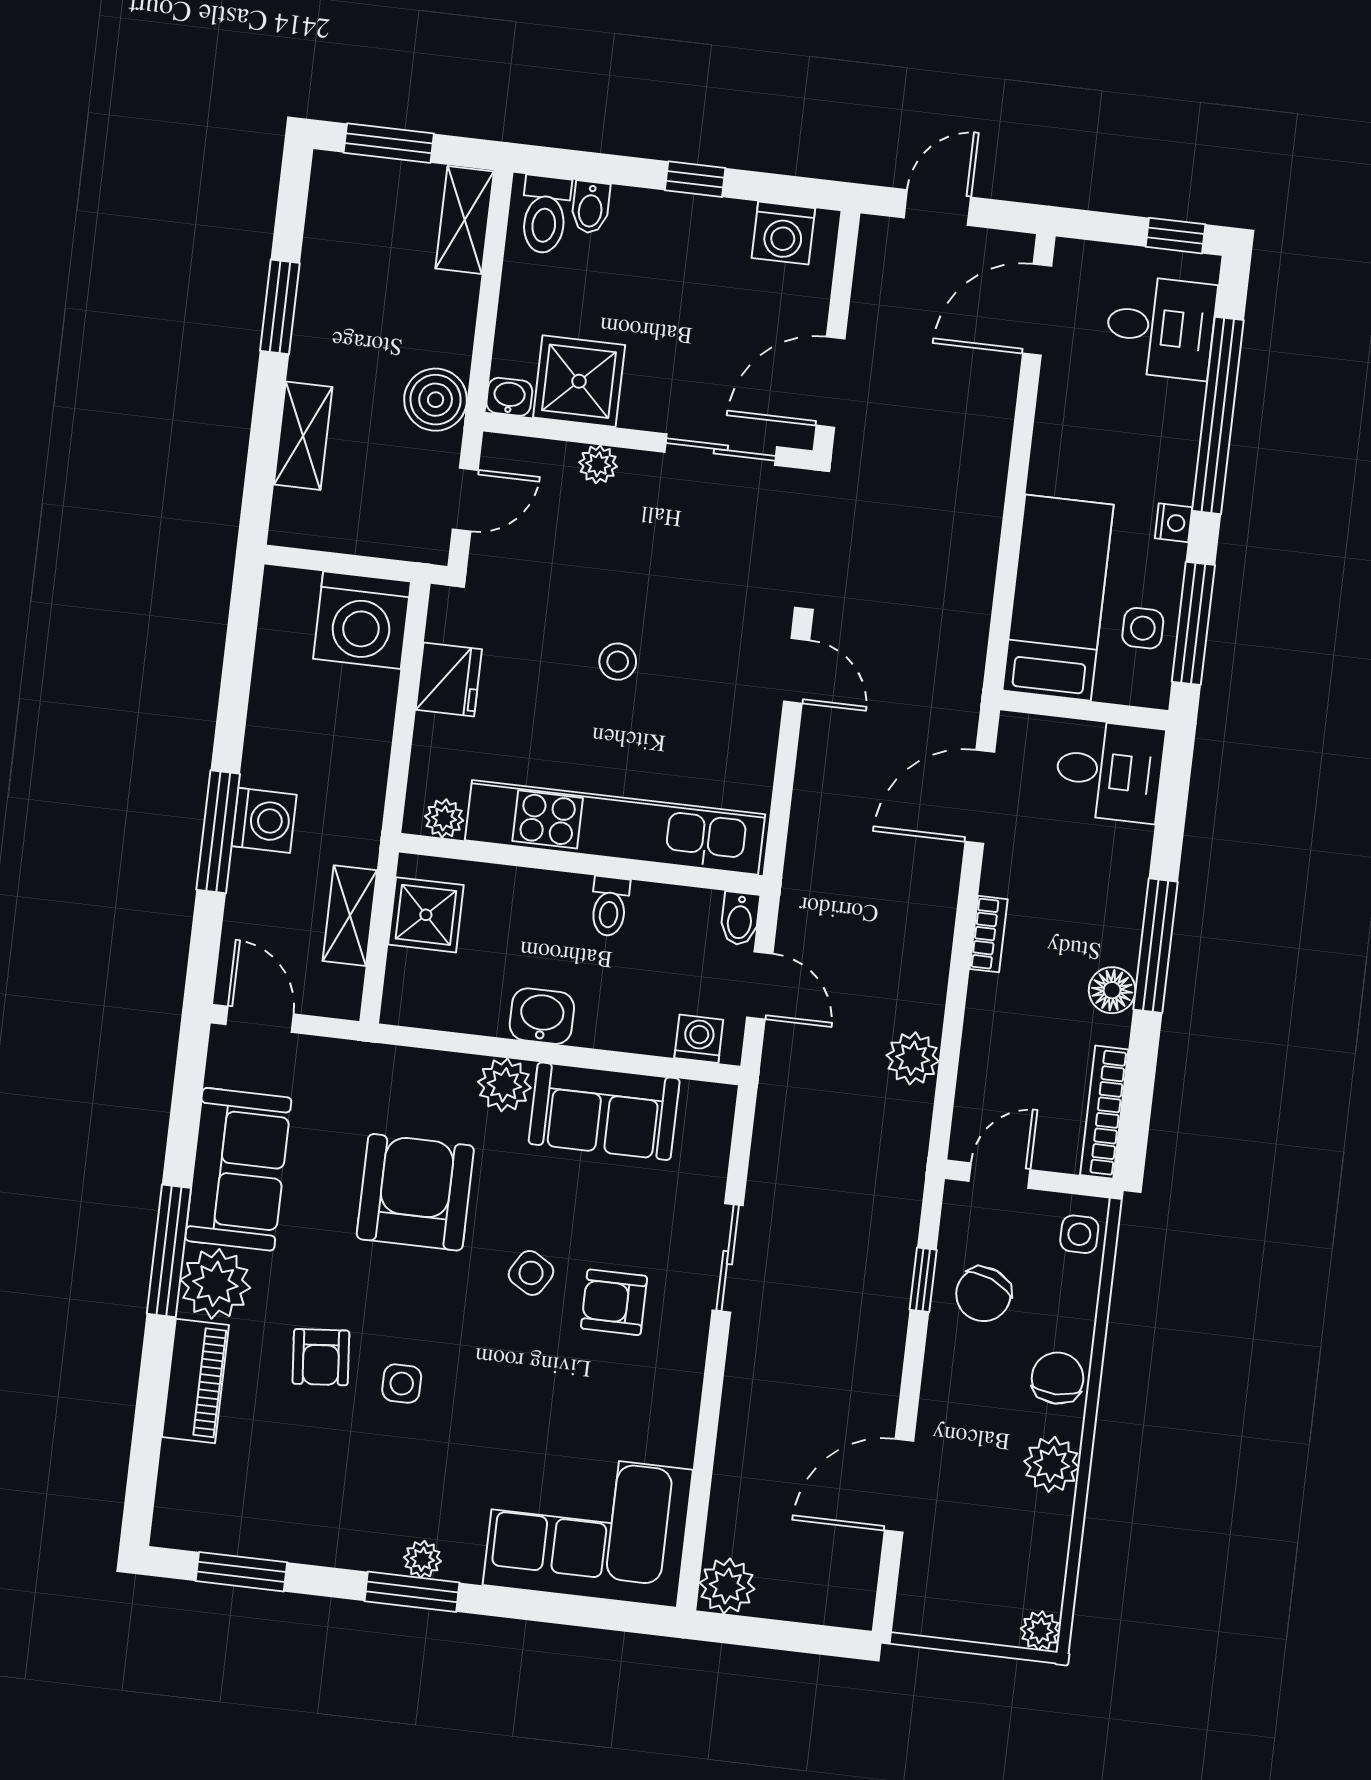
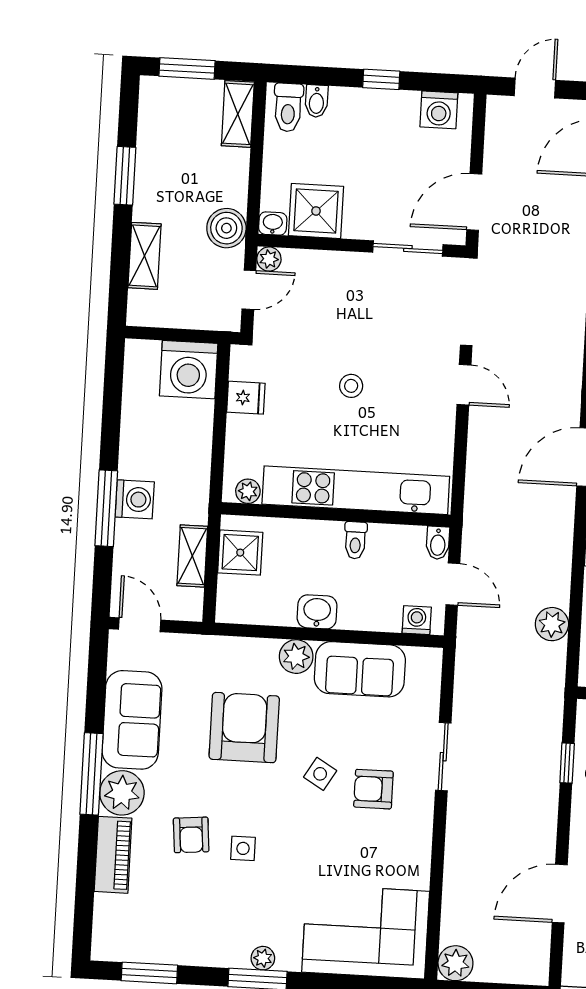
plant: (598, 464) -> (269, 259), moved
fridge: (449, 680) -> (246, 398), width x0.72

